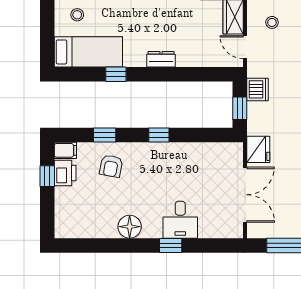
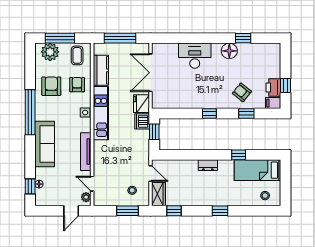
dishwasher: (257, 89) -> (142, 121), moved
armchair: (111, 166) -> (242, 92), turned -62
desk: (180, 220) -> (195, 56), width x1.37
window: (171, 245) -> (243, 38), moved

